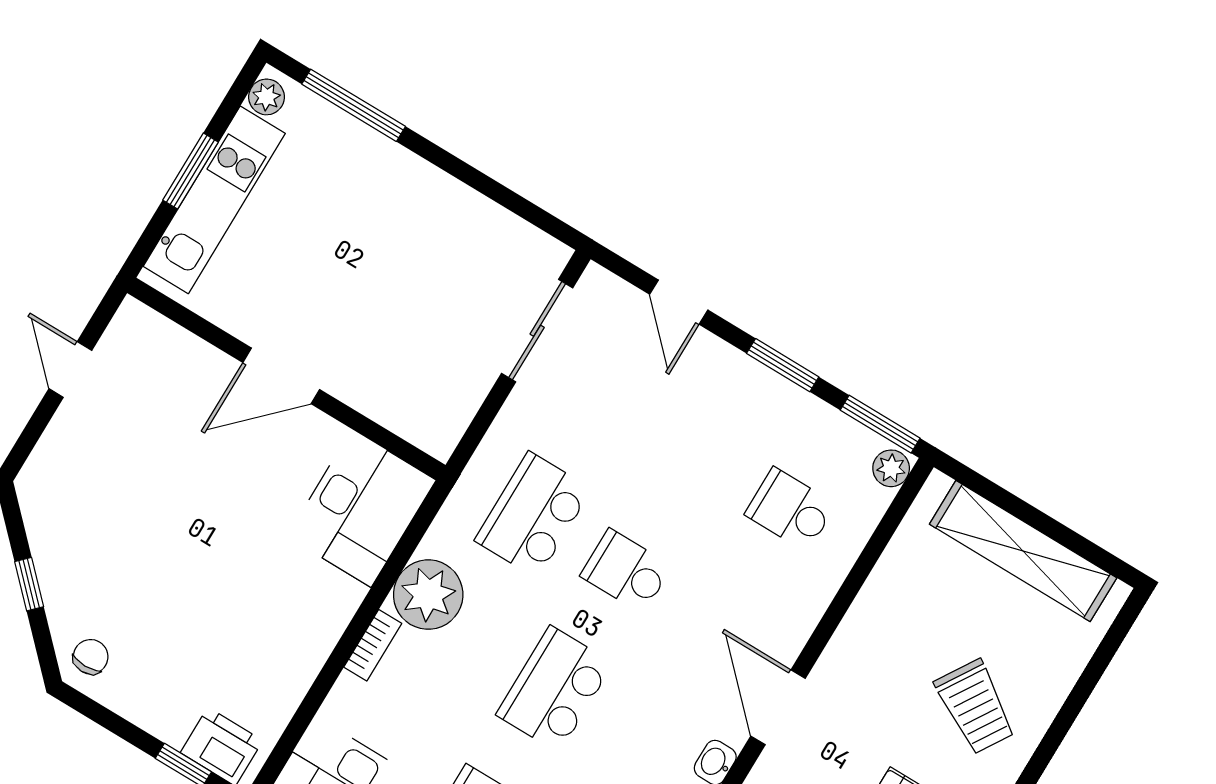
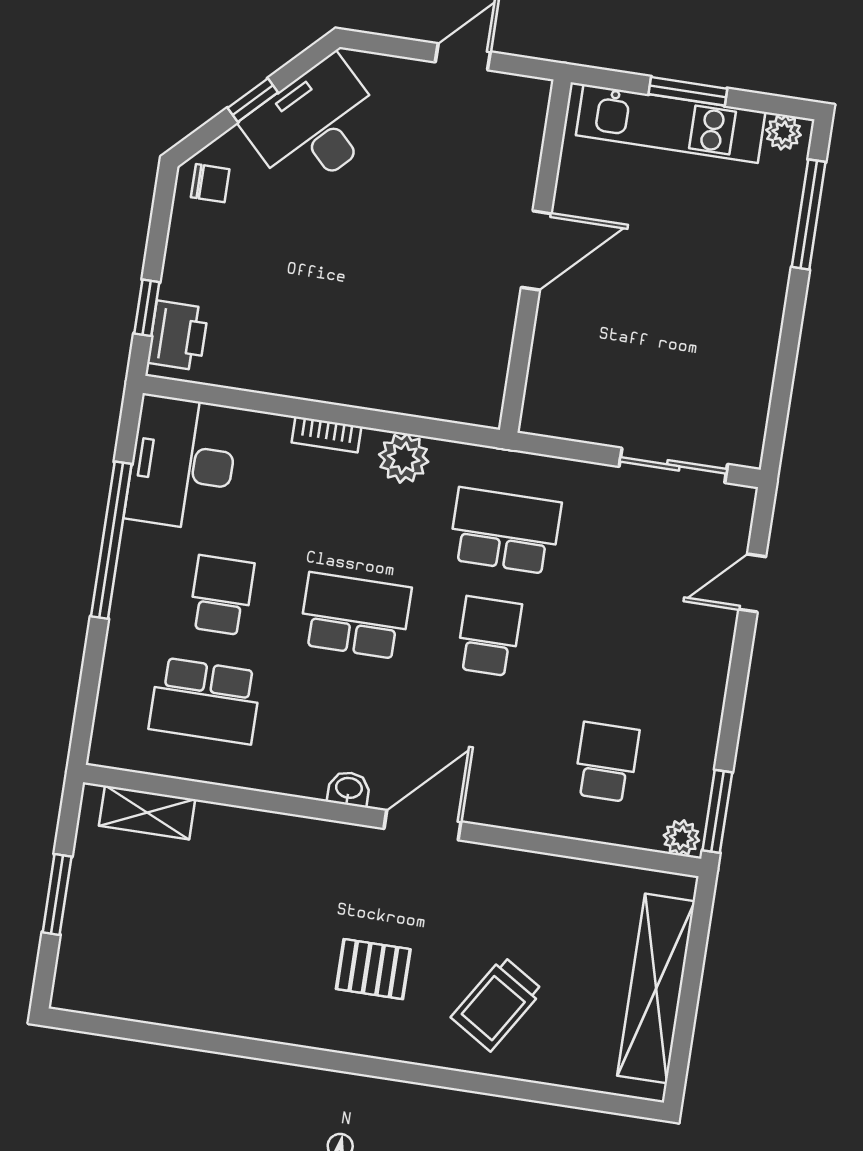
window: (783, 365) -> (734, 701), removed
door: (281, 376) -> (536, 250), swing flipped
desk: (361, 508) -> (315, 125), moved, turned 135
plant: (428, 595) -> (404, 458), width x0.73, depth x0.73

